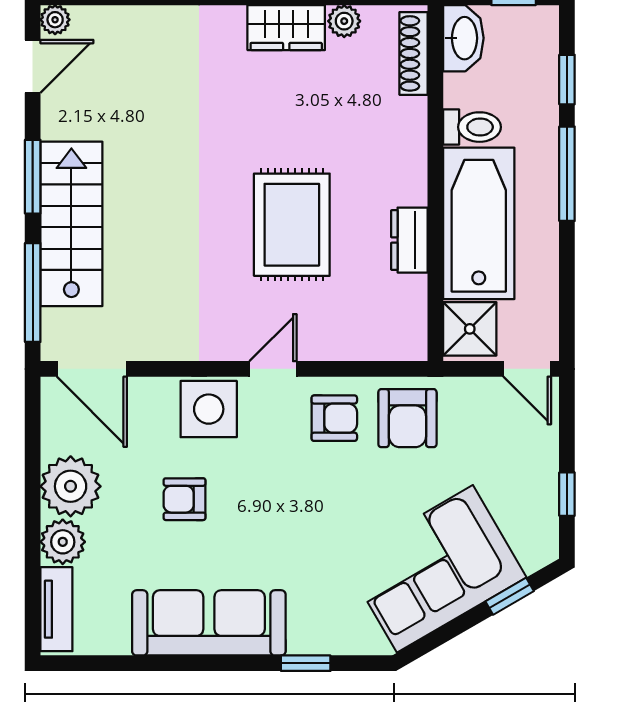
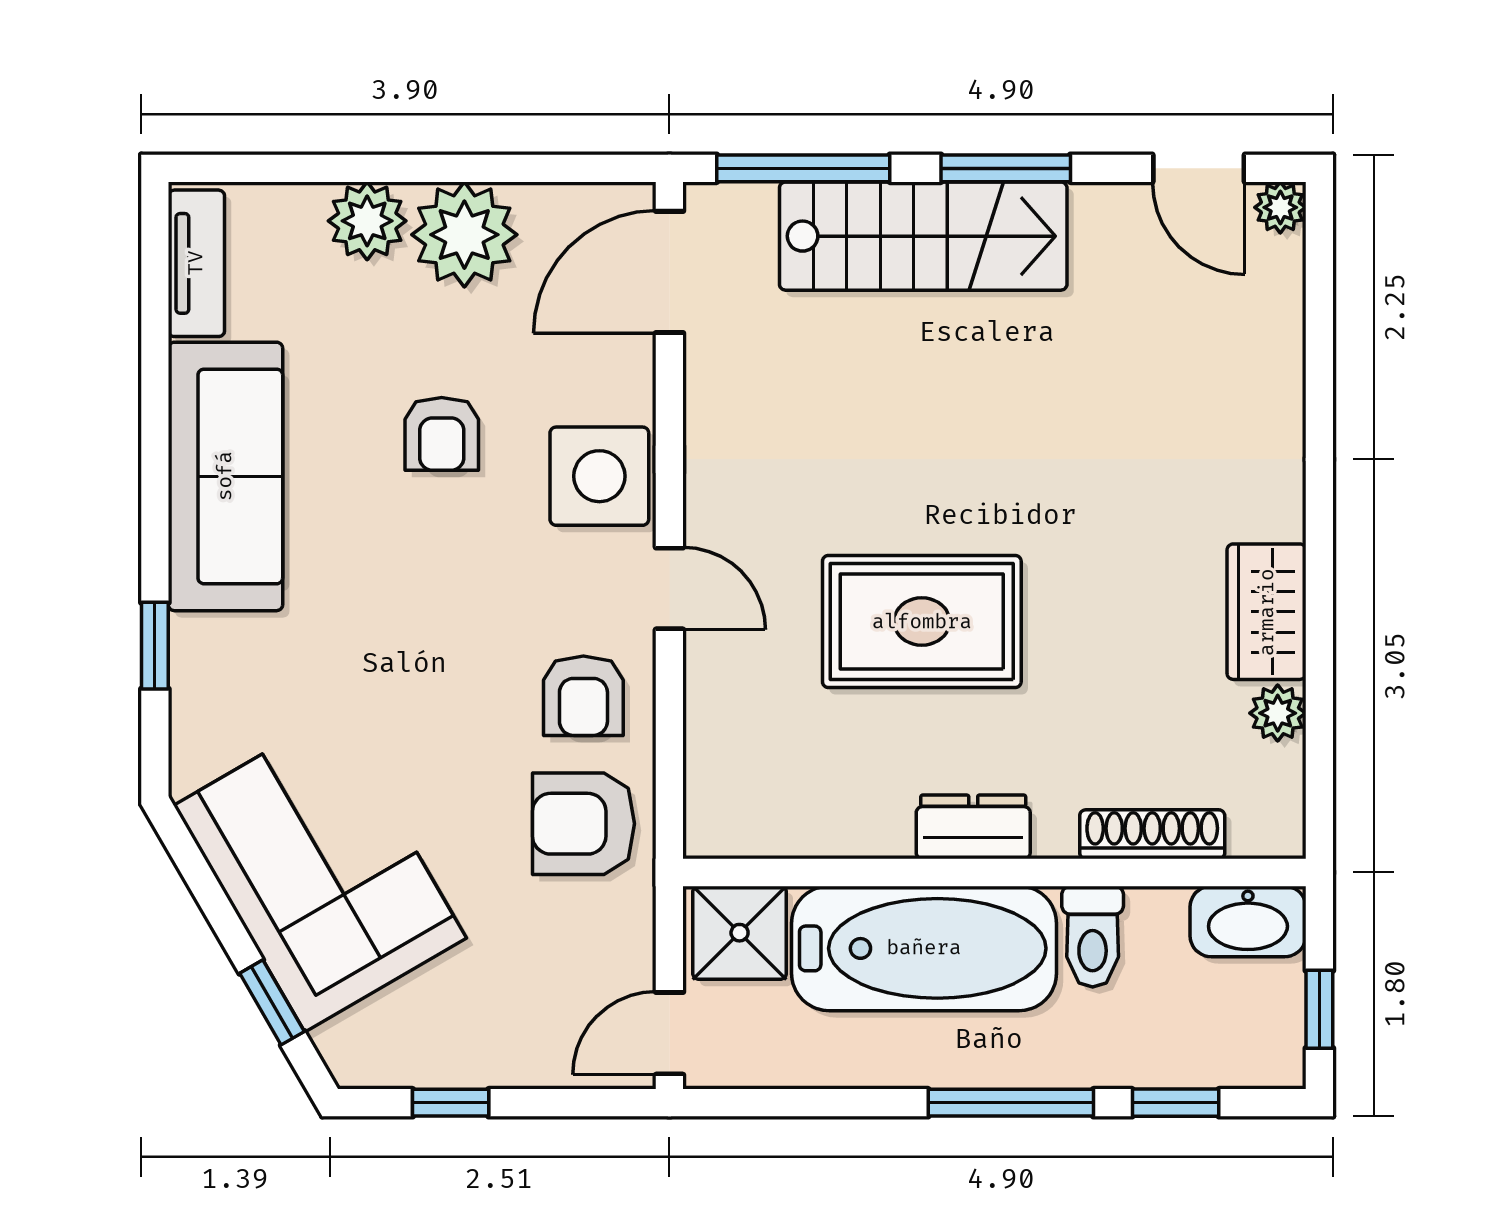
shoe rack: (413, 53) -> (1152, 834), moved
dresser: (409, 240) -> (973, 827), moved
armchair: (185, 499) -> (442, 434), turned 180
tv unit: (56, 609) -> (196, 263), moved, turned -90

